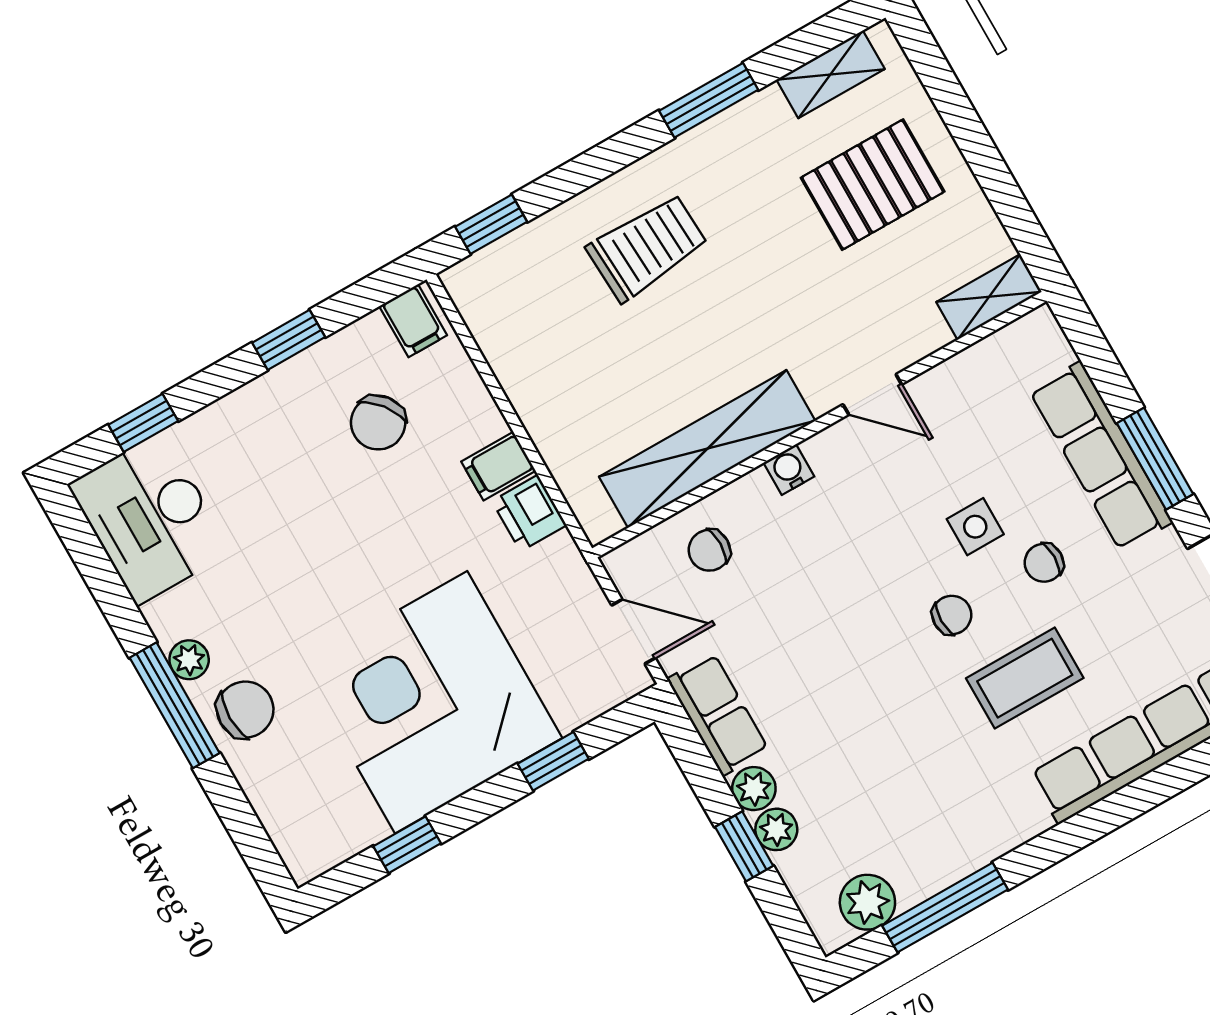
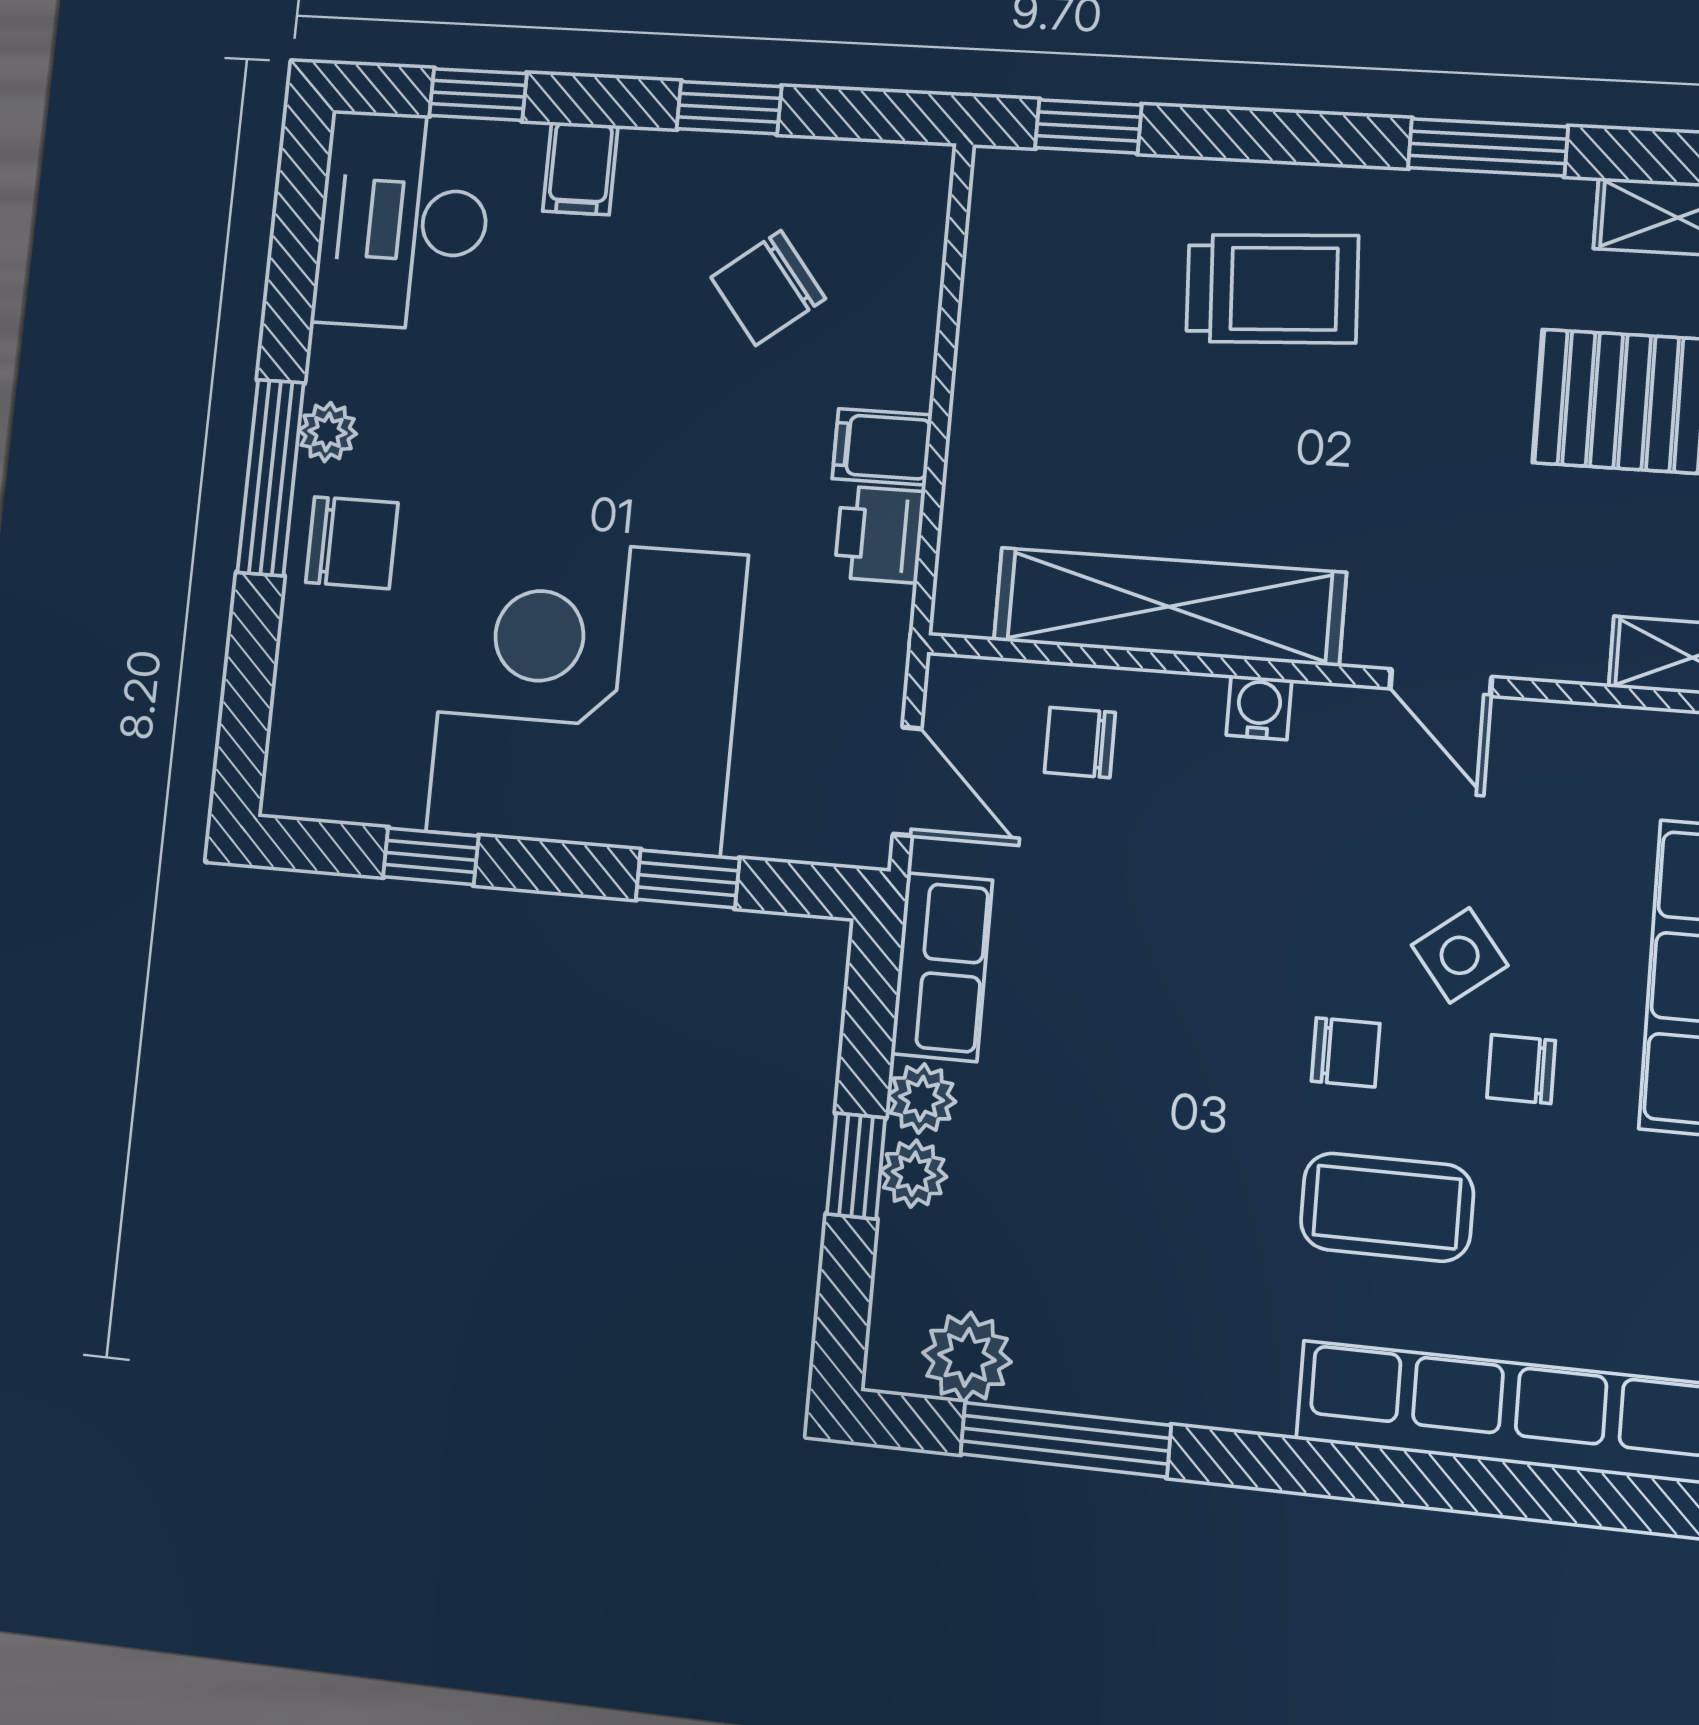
filing cabinet: (413, 321) -> (580, 168), moved
side table: (975, 527) -> (1460, 955), turned -38

